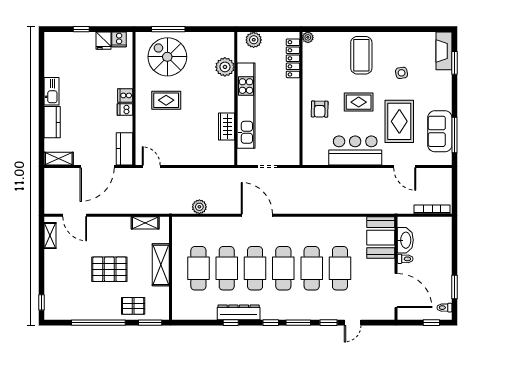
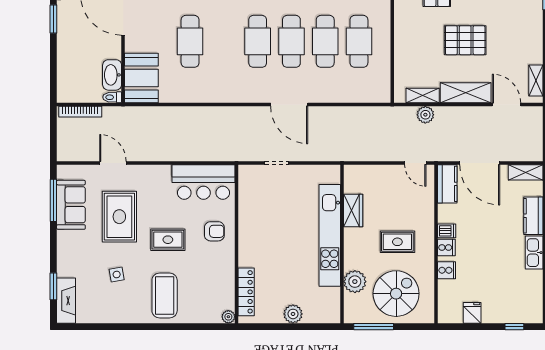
window: (81, 29) -> (514, 327), moved
window: (168, 29) -> (374, 327), moved
cooker: (119, 39) -> (446, 270), moved, turned 90
spiral stairs: (167, 57) -> (396, 294), turned -90
plant: (225, 67) -> (355, 282), moved
wall: (236, 98) -> (342, 244), moved
kitchen unit: (246, 106) -> (330, 235), moved
armchair: (320, 109) -> (214, 231), turned 89
wardrobe: (226, 127) -> (353, 210), moved
bar counter: (355, 150) -> (203, 182), moved
door: (97, 166) -> (480, 163), swing flipped
plant: (199, 207) -> (425, 115), moved
toilet: (405, 259) -> (112, 97), moved
shelving: (161, 265) -> (466, 93), moved, turned 90
cafe table: (312, 268) -> (224, 41), removed

